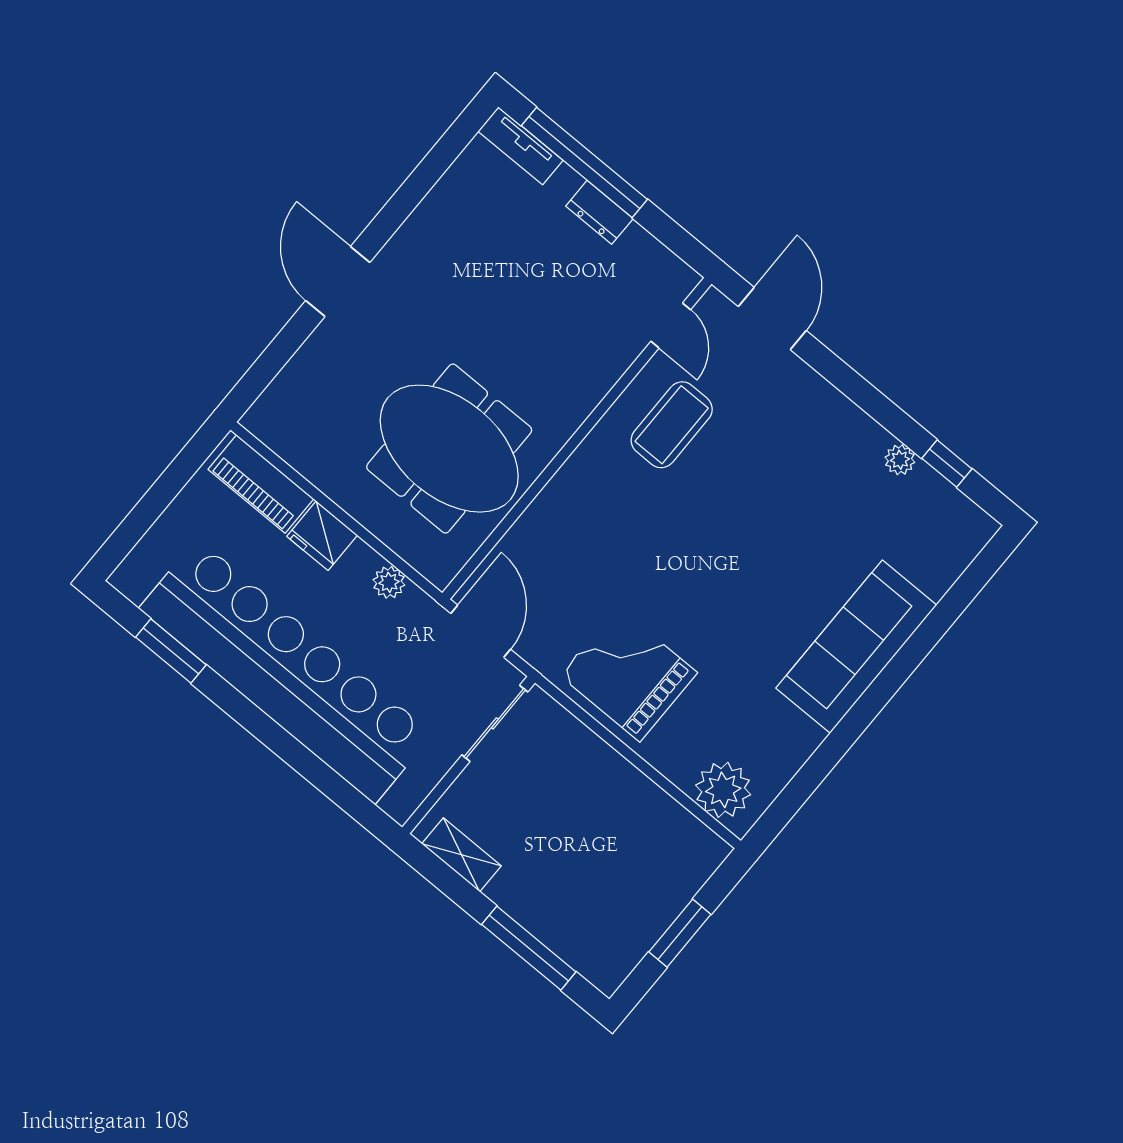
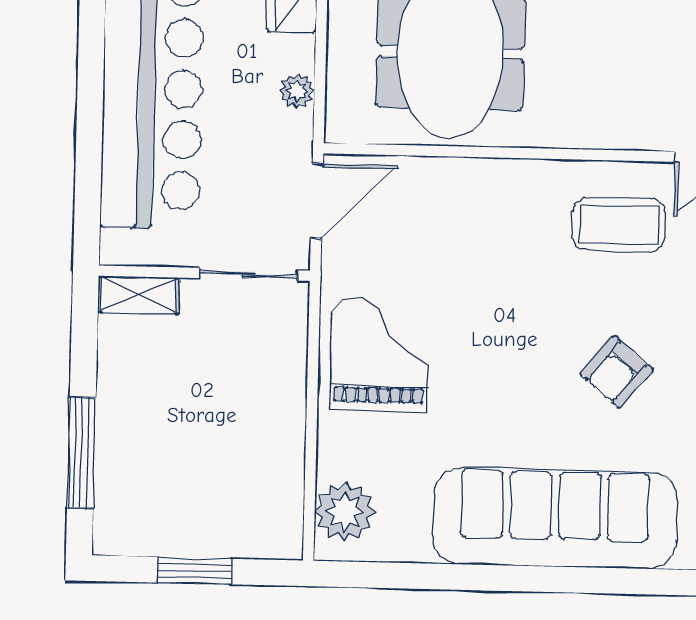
armchair: (778, 512) -> (616, 372), added
sofa: (856, 647) -> (555, 518), width x1.36, depth x1.27
shelving: (462, 855) -> (139, 295), moved, turned 90

